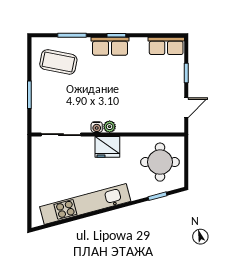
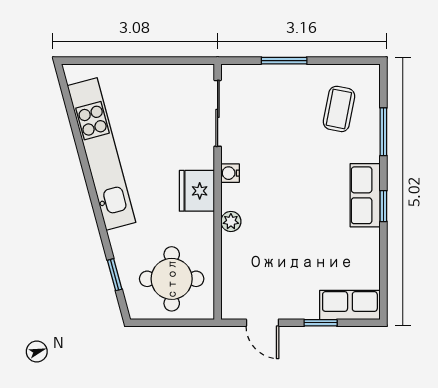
row of seats: (166, 46) -> (350, 305), moved, turned 90
coffee table: (58, 62) -> (339, 109), width x0.73, depth x0.77
plant: (110, 127) -> (231, 221), moved

